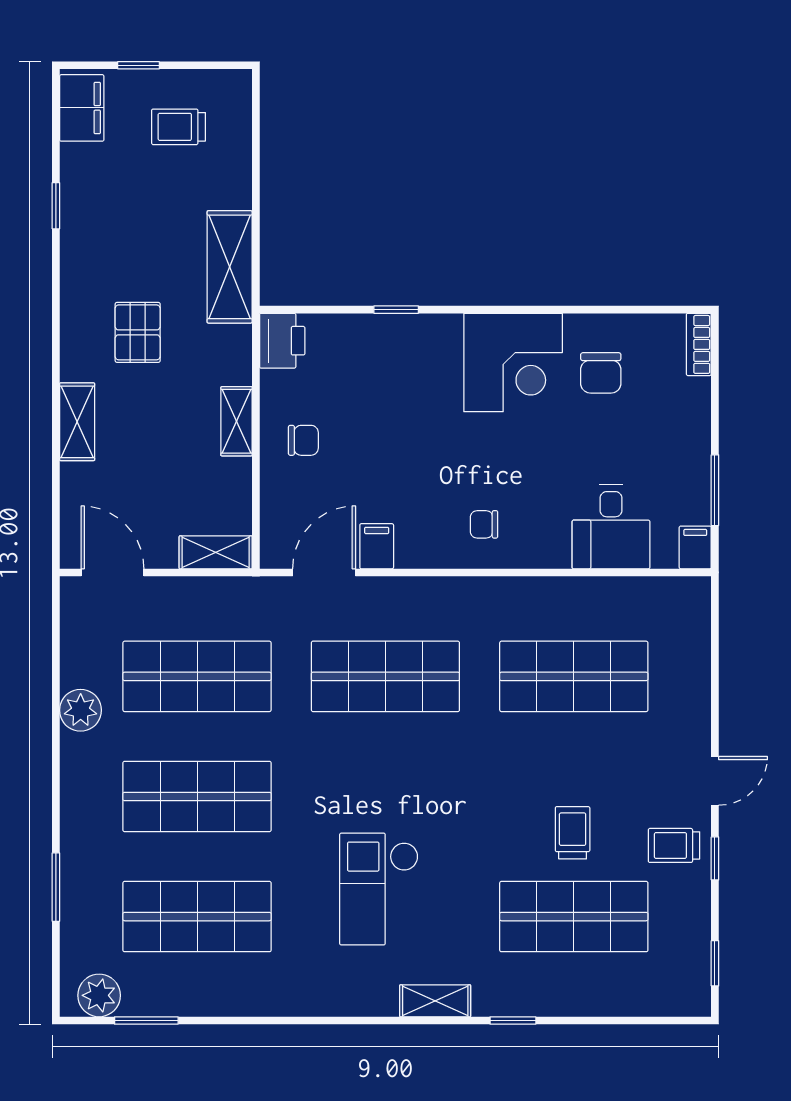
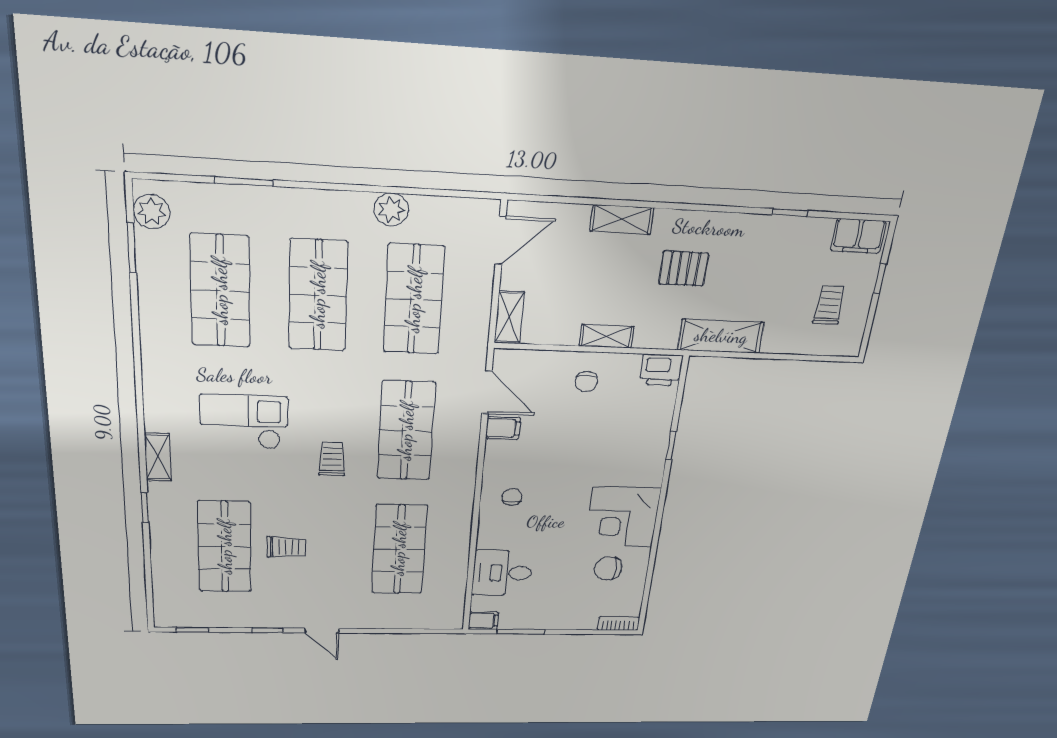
trolley: (674, 845) -> (332, 459), moved

